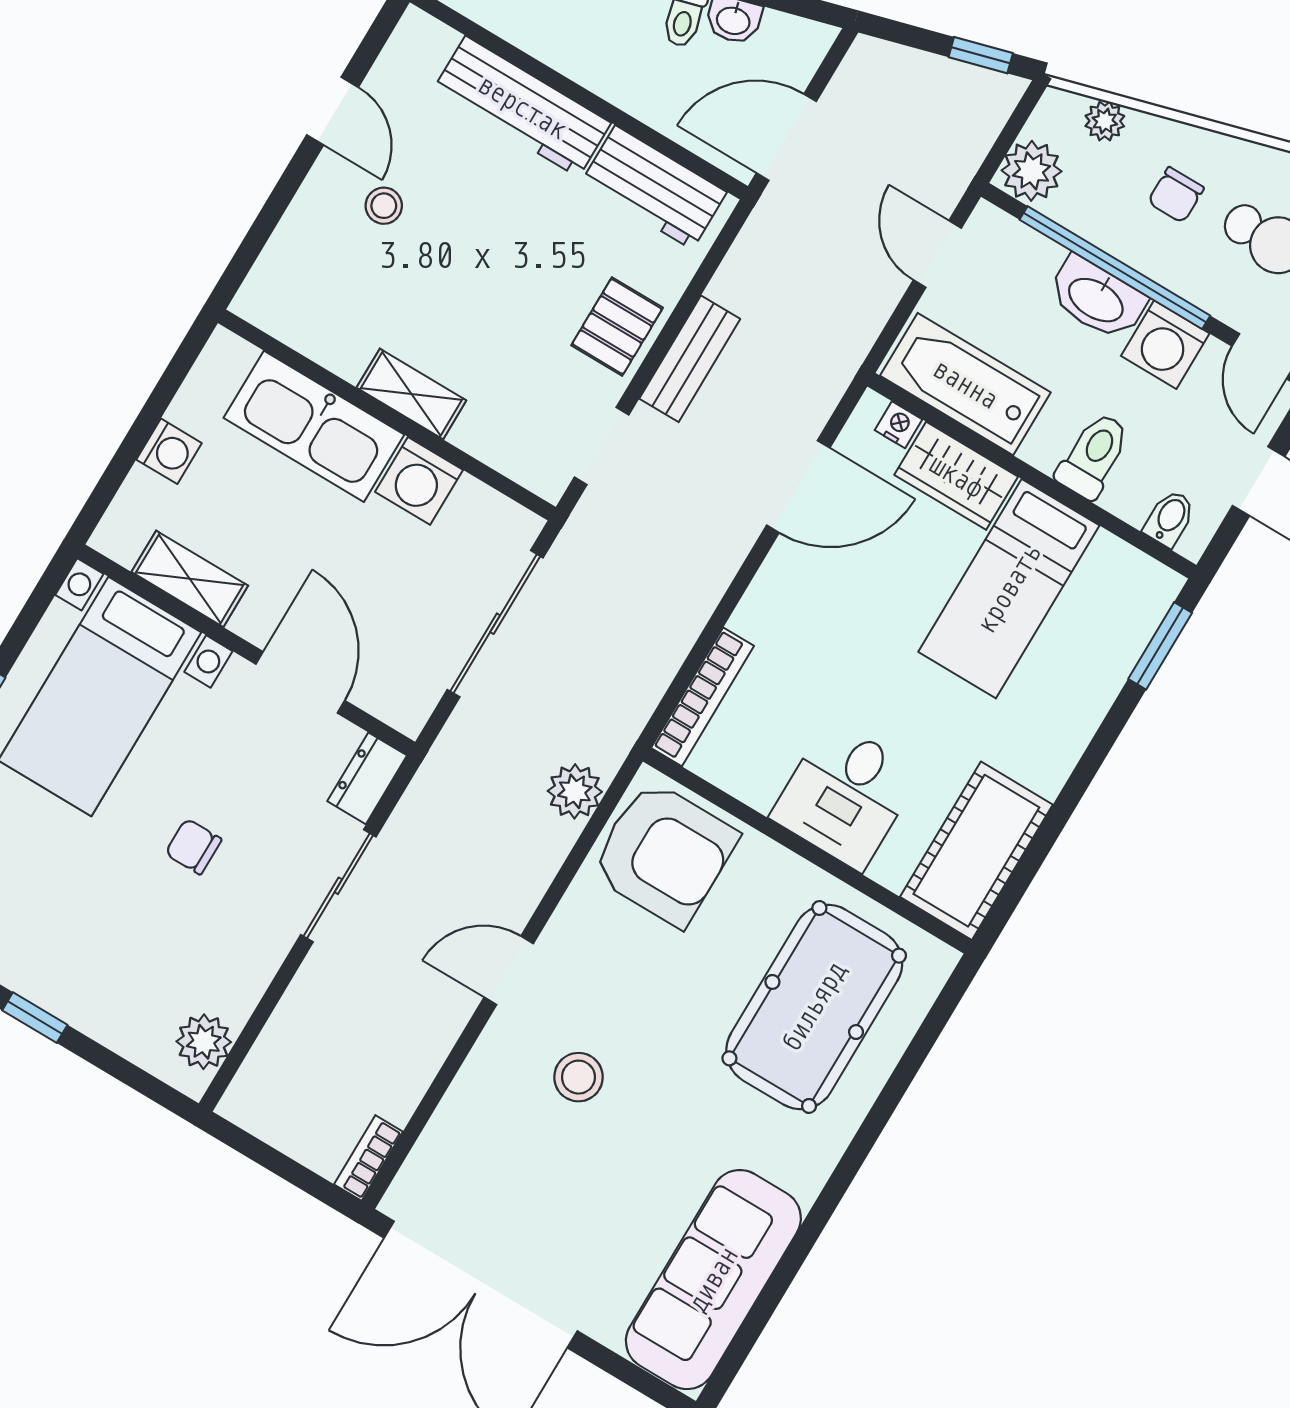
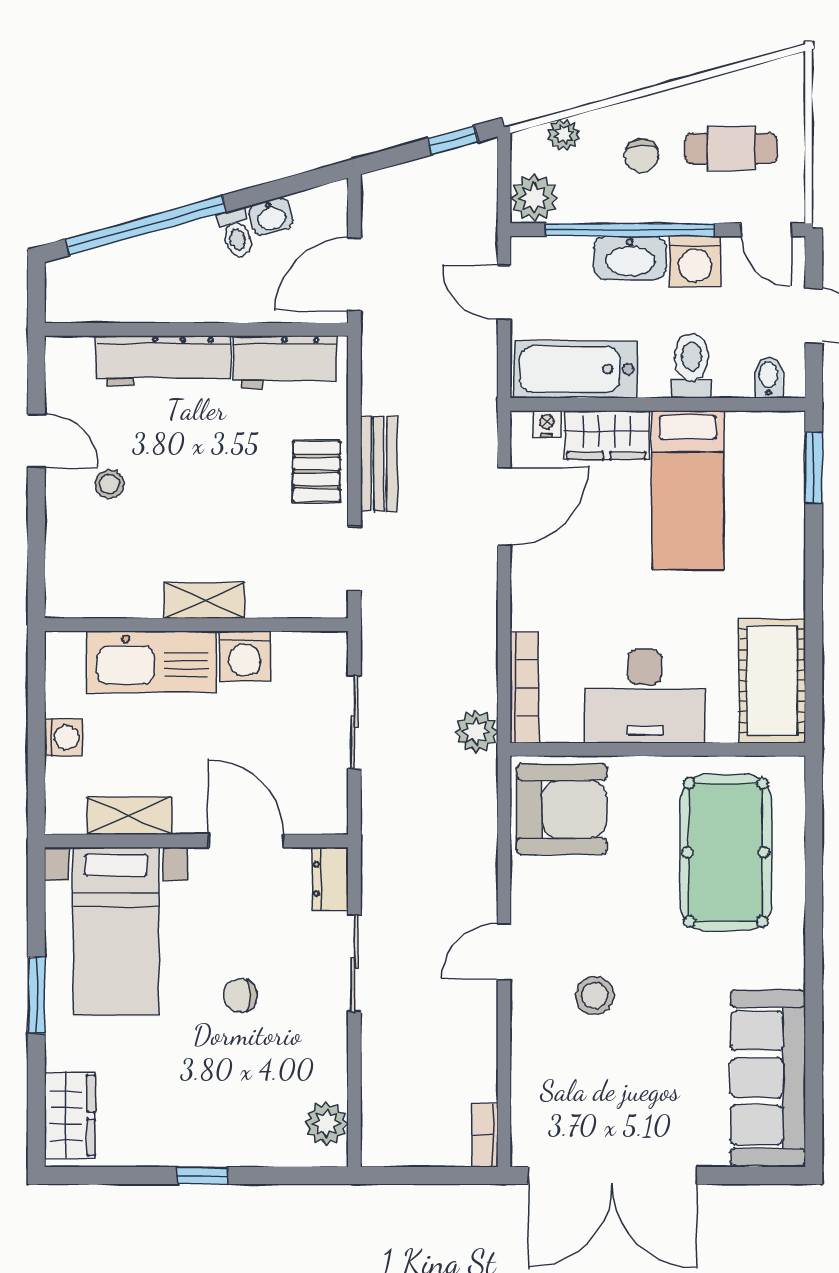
sliding door: (495, 624) -> (354, 722), width x0.73
plant: (575, 791) -> (476, 732), moved
desk: (845, 795) -> (645, 696), width x1.37

